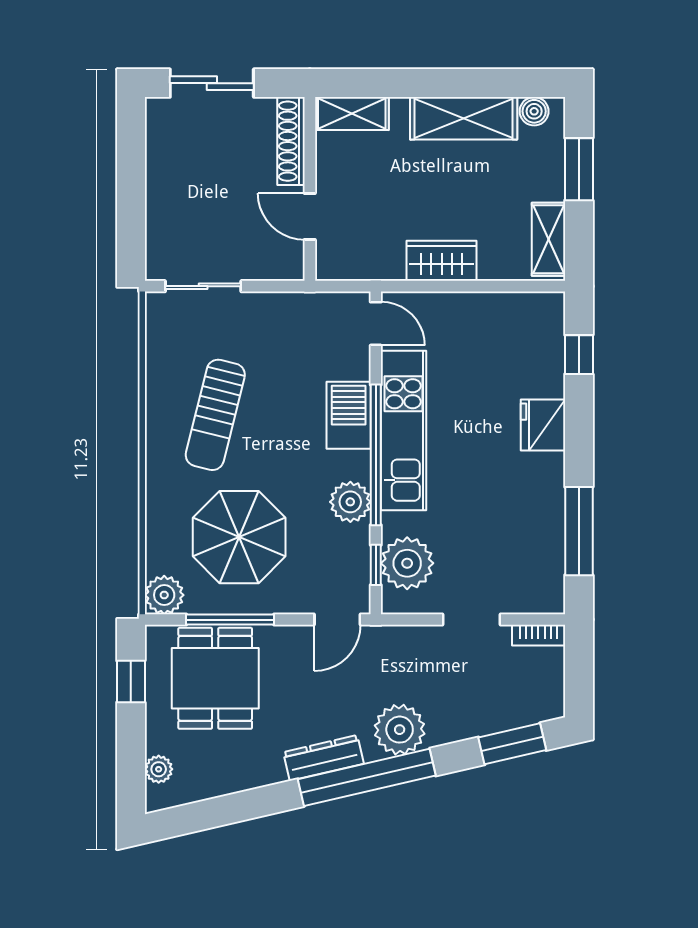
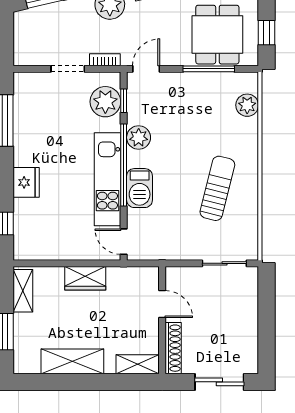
boiler: (534, 111) -> (31, 365), removed
parasol: (239, 537) -> (203, 117), removed
plant: (164, 595) -> (247, 105), moved
bookcase: (538, 635) -> (105, 60), moved

